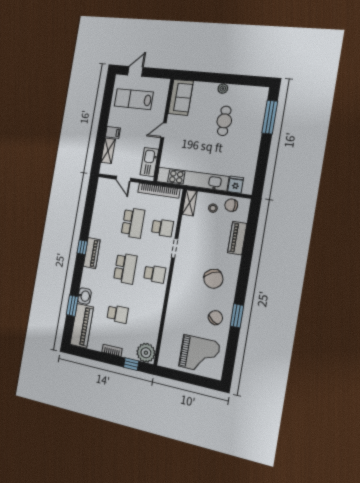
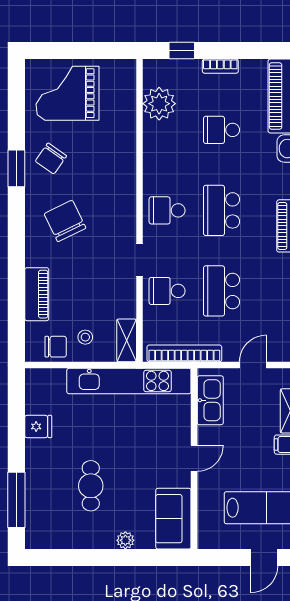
plant: (223, 89) -> (125, 540), moved
door: (123, 179) -> (253, 365), hinge flipped
fridge: (236, 185) -> (38, 426), moved, turned -90
plant: (146, 353) -> (159, 104), moved

